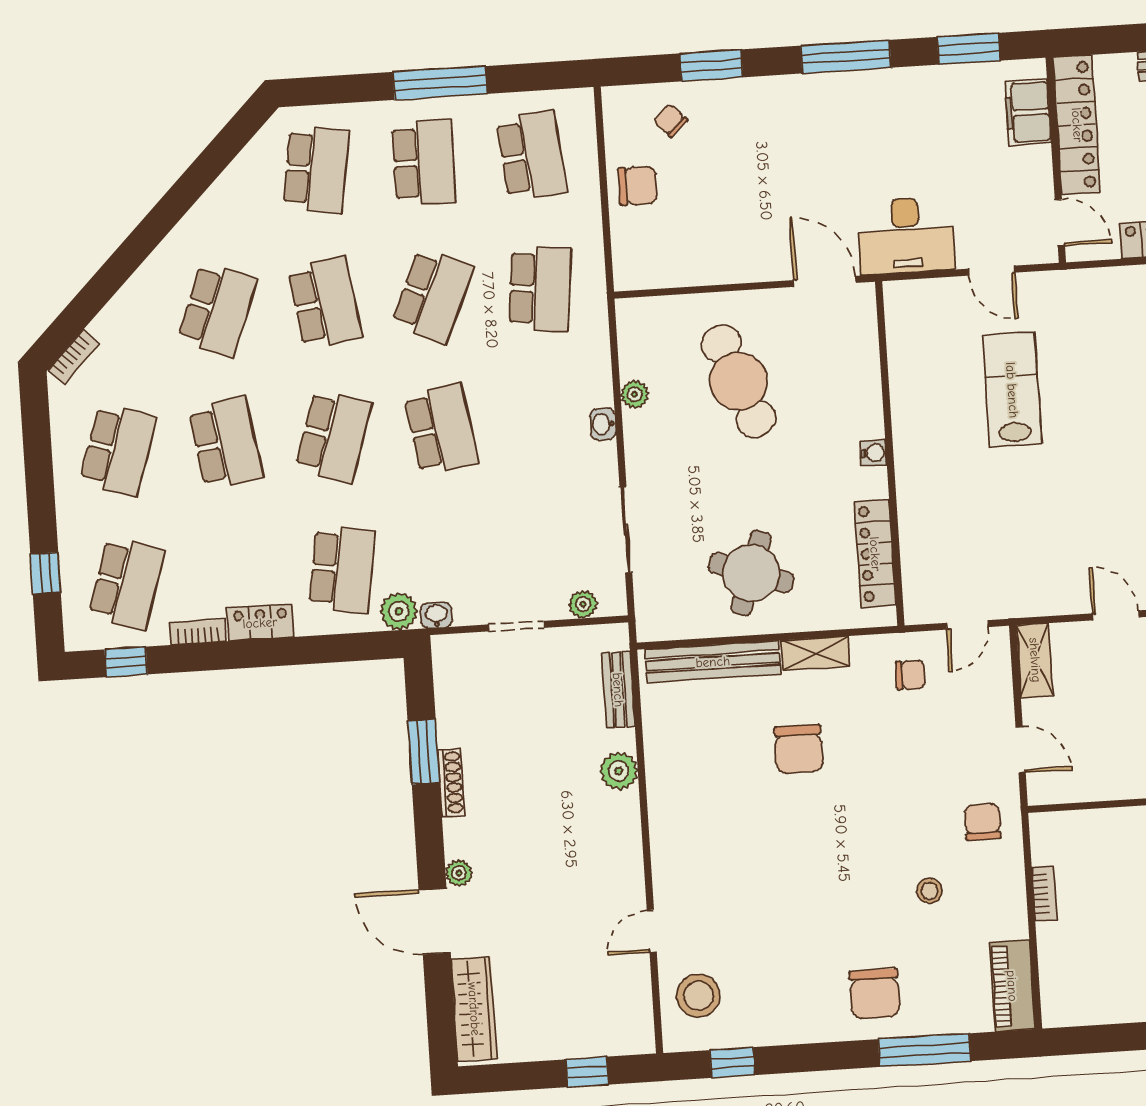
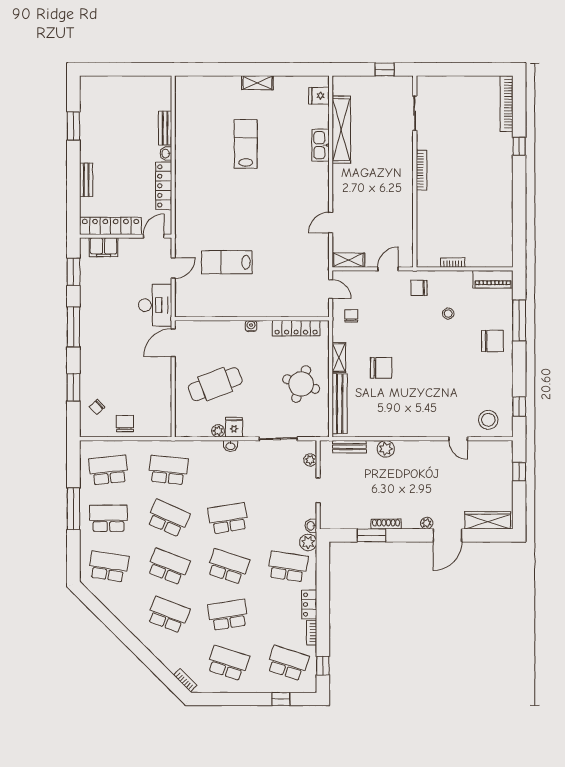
school desk: (325, 303) -> (168, 567), turned 30
fridge: (645, 429) -> (234, 427), added

